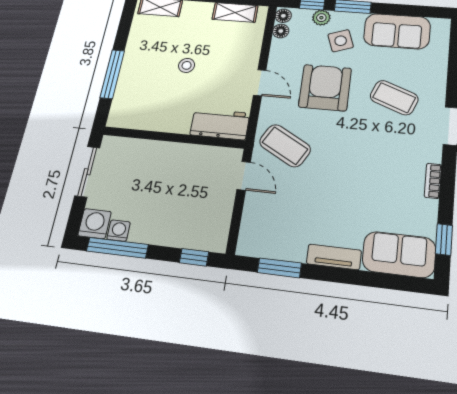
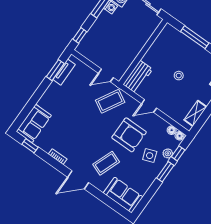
sofa: (397, 31) -> (123, 195), moved, turned 90
tv unit: (334, 257) -> (64, 72), moved

